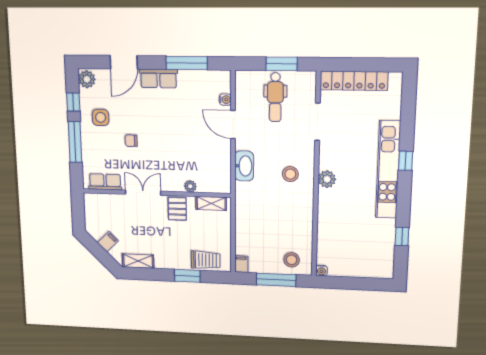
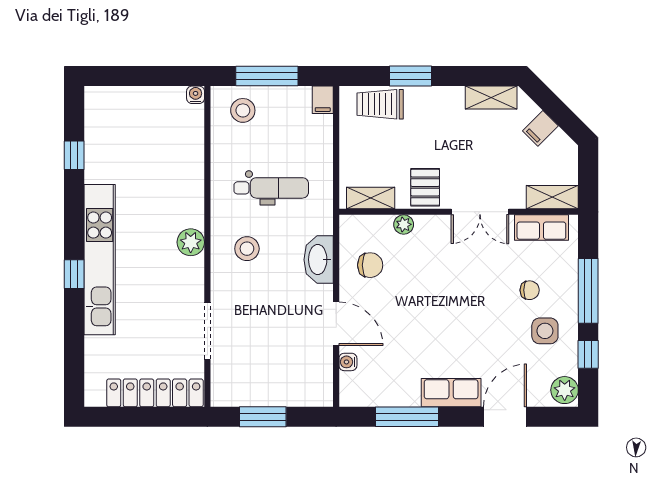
dental chair: (275, 97) -> (271, 188), moved, turned 90
chair: (131, 141) -> (530, 290), moved
chair: (211, 162) -> (370, 265), added
shelving: (99, 200) -> (552, 197), added

